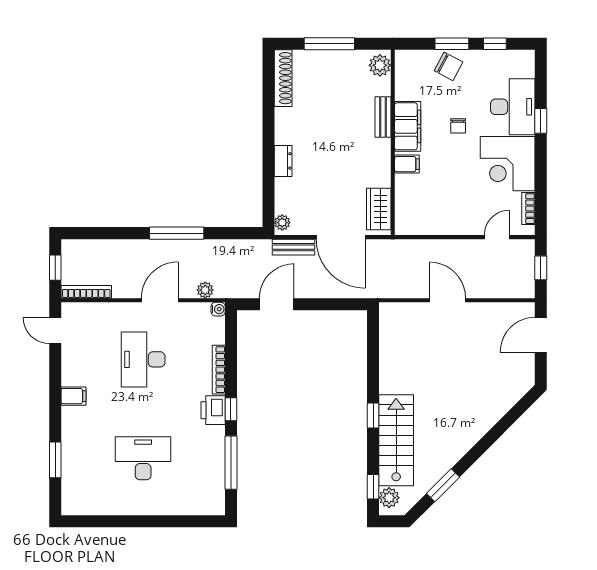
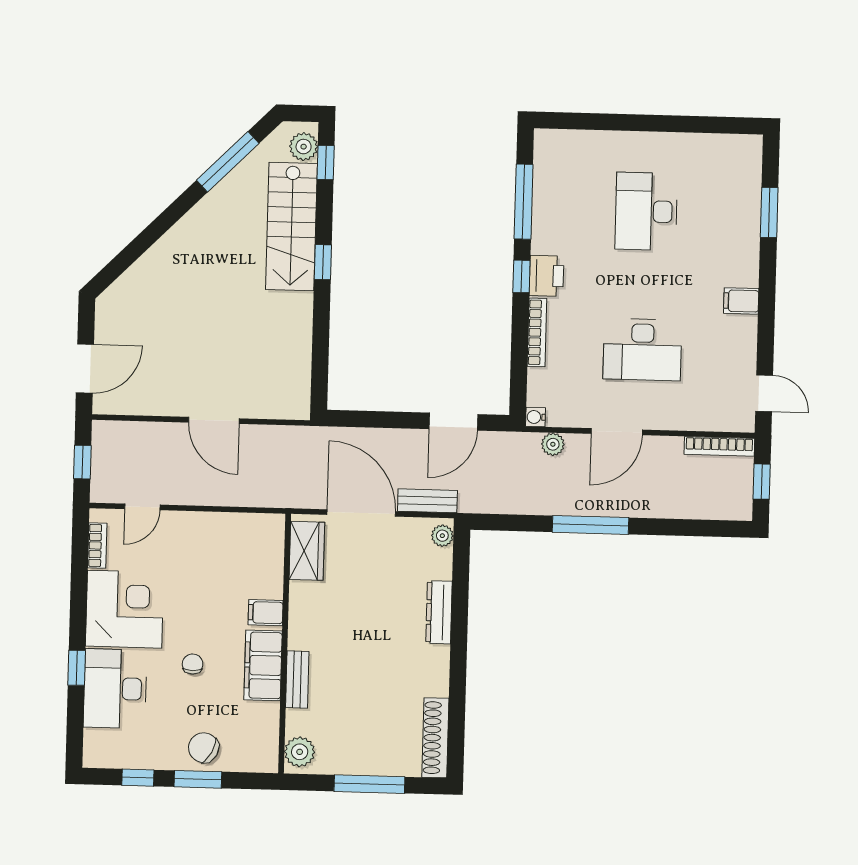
dresser: (283, 161) -> (439, 612), width x1.44
desk: (143, 359) -> (642, 350), turned 90
desk: (143, 458) -> (646, 211), turned 90
window: (443, 485) -> (228, 162), width x1.44

